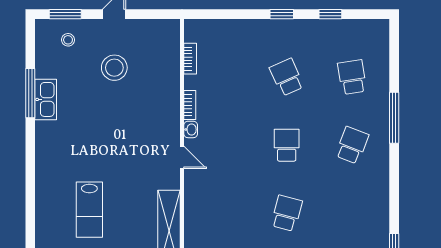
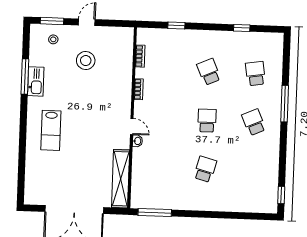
window: (282, 14) -> (176, 26), moved
washbasin: (191, 129) -> (137, 141), moved
school desk: (352, 145) -> (254, 122), turned -45
lab bench: (89, 210) -> (51, 130), moved

